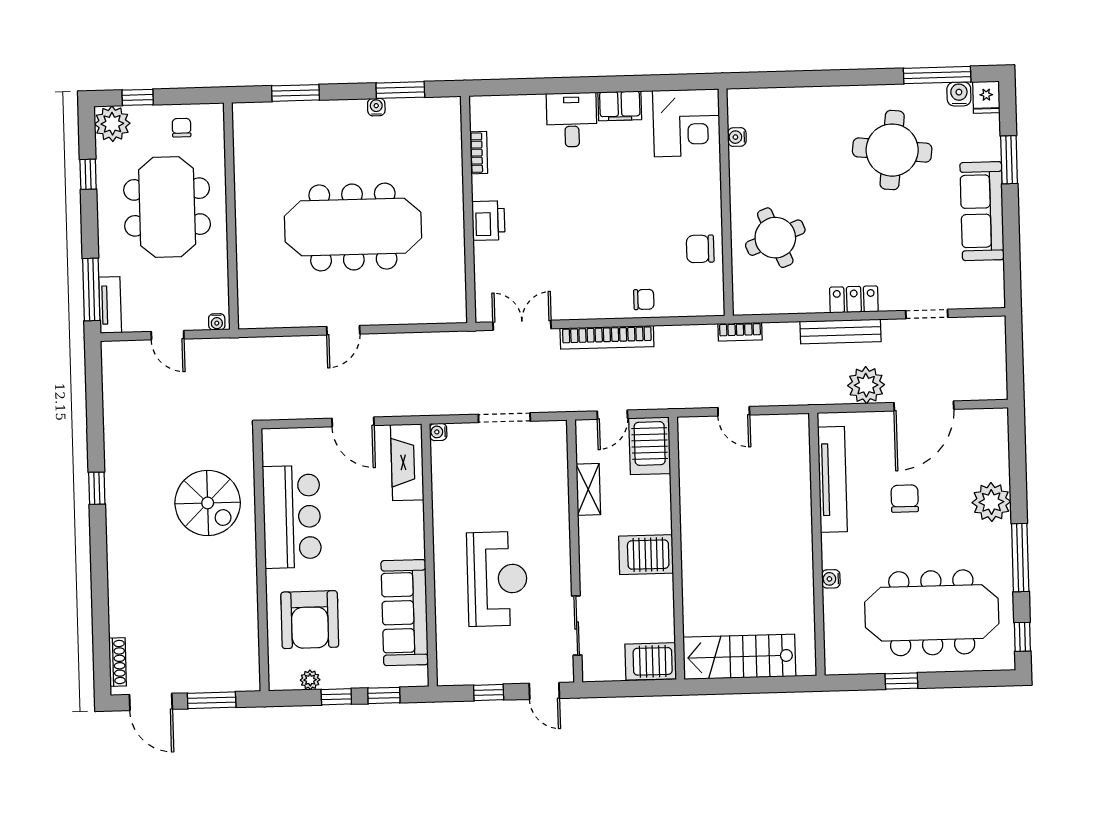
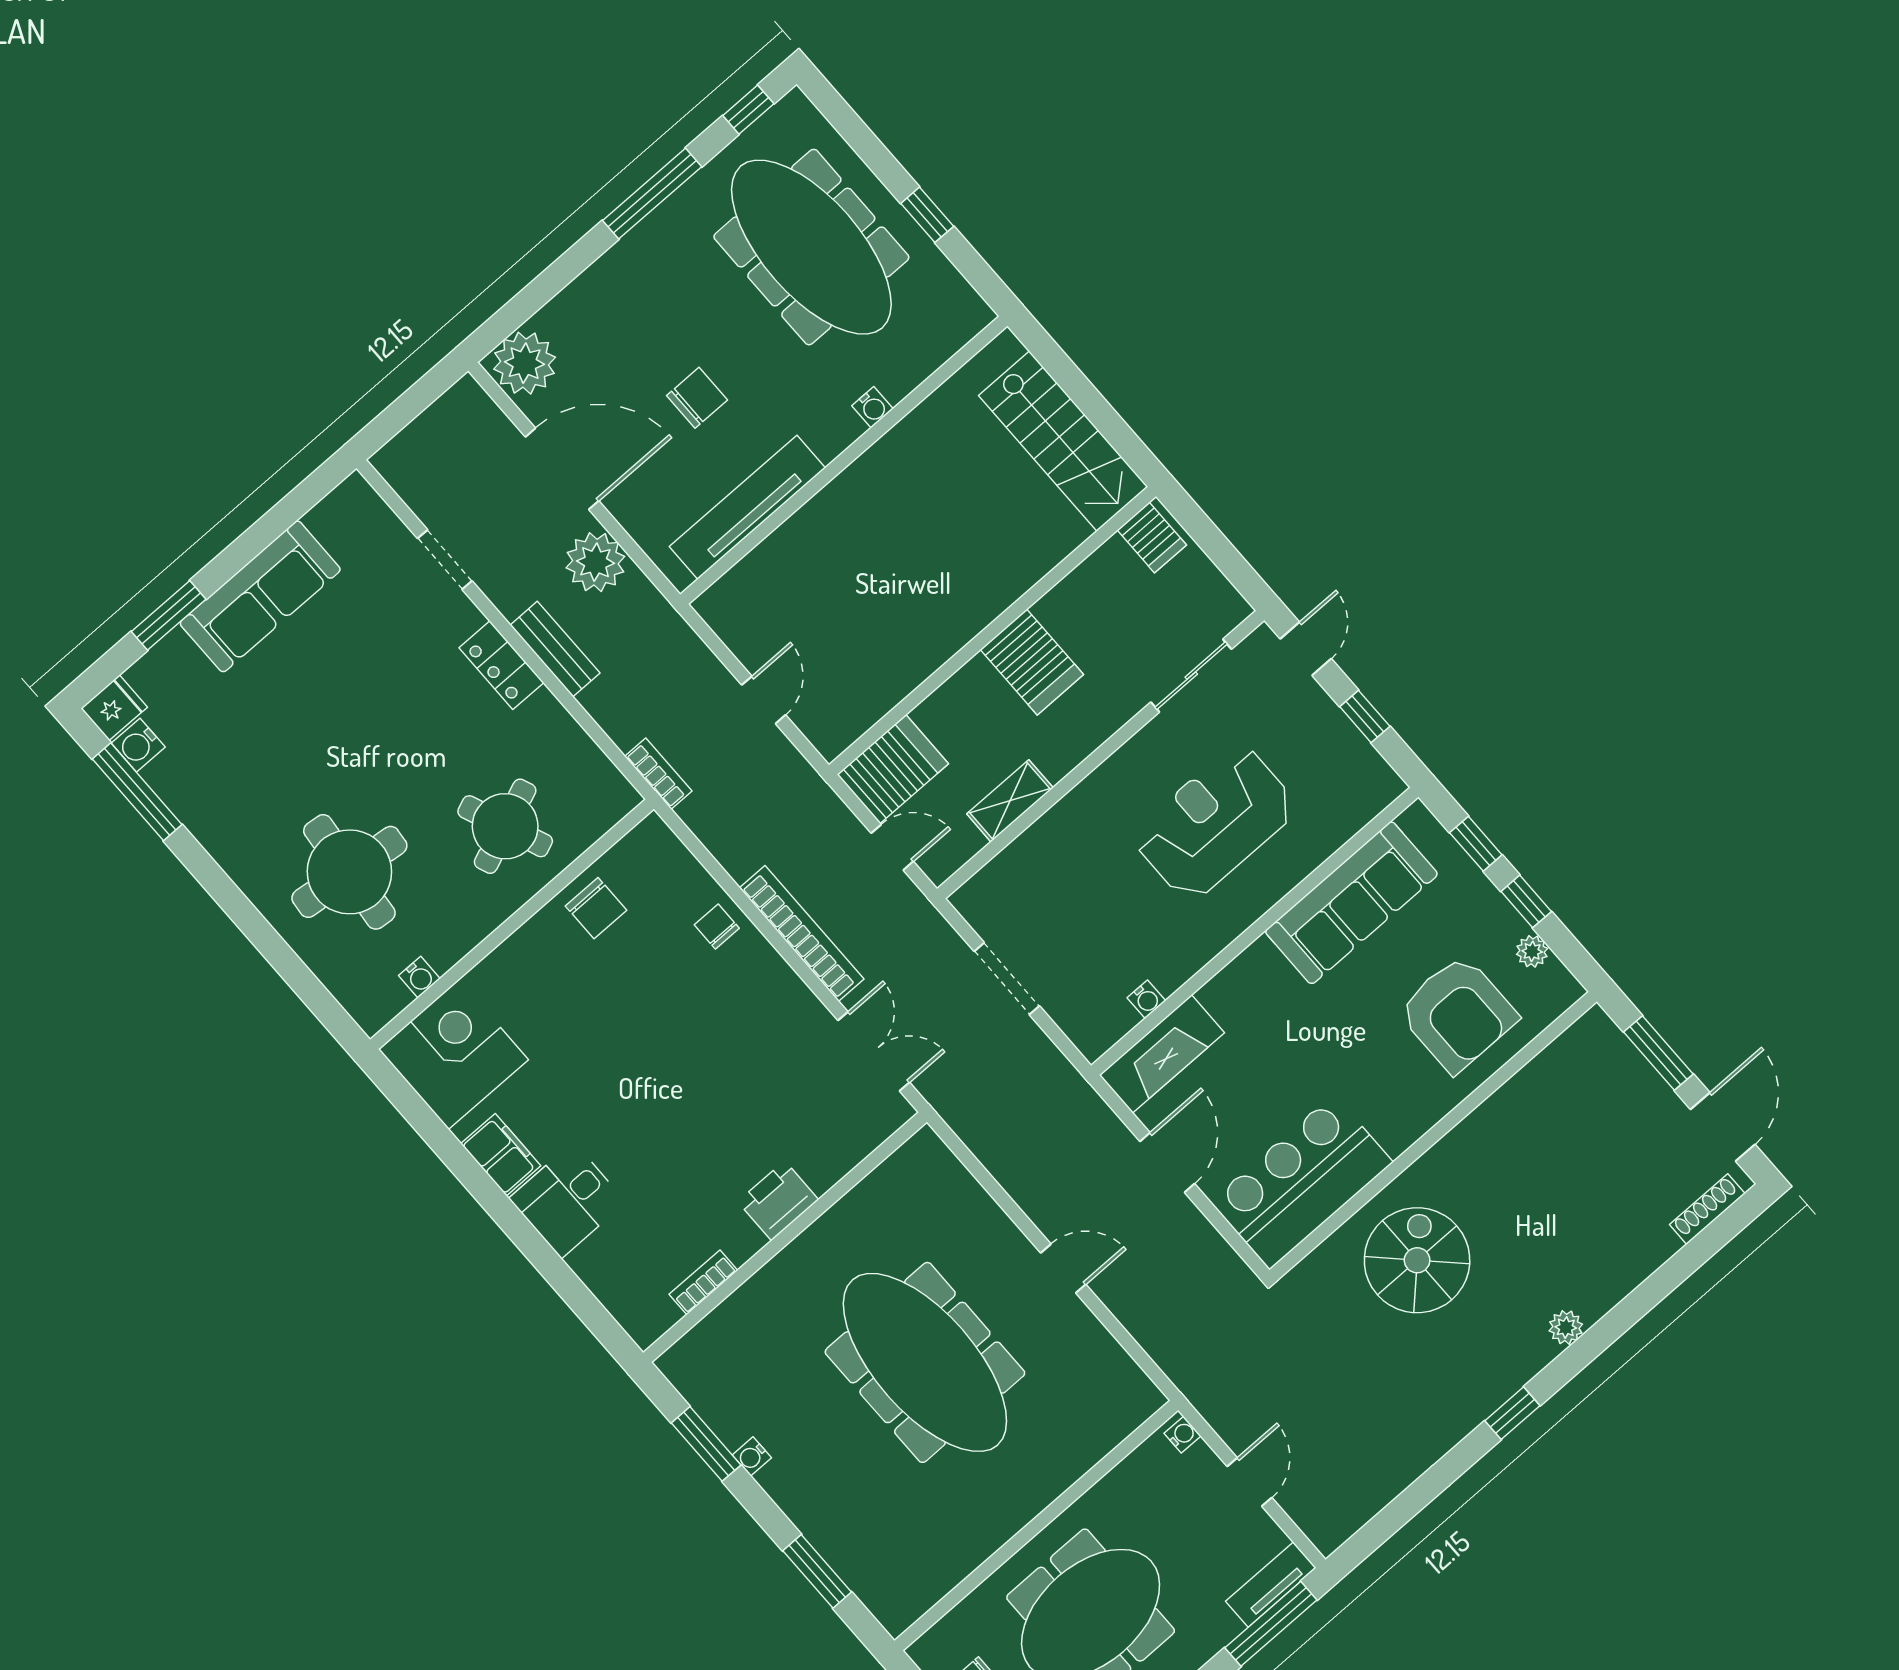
round table: (892, 150) -> (349, 872), moved
double door: (522, 325) -> (874, 1051), swing flipped
bench: (840, 332) -> (555, 649), width x0.73
water cooler: (438, 432) -> (1146, 999), moved
chair: (905, 499) -> (697, 398), turned 180
plant: (991, 502) -> (525, 363), moved
bar counter: (292, 517) -> (1302, 1182), moved
plant: (117, 548) -> (1566, 1327), added
armchair: (310, 620) -> (1458, 1014), turned 90
server rack: (651, 661) -> (1152, 537), width x0.73, depth x0.70

